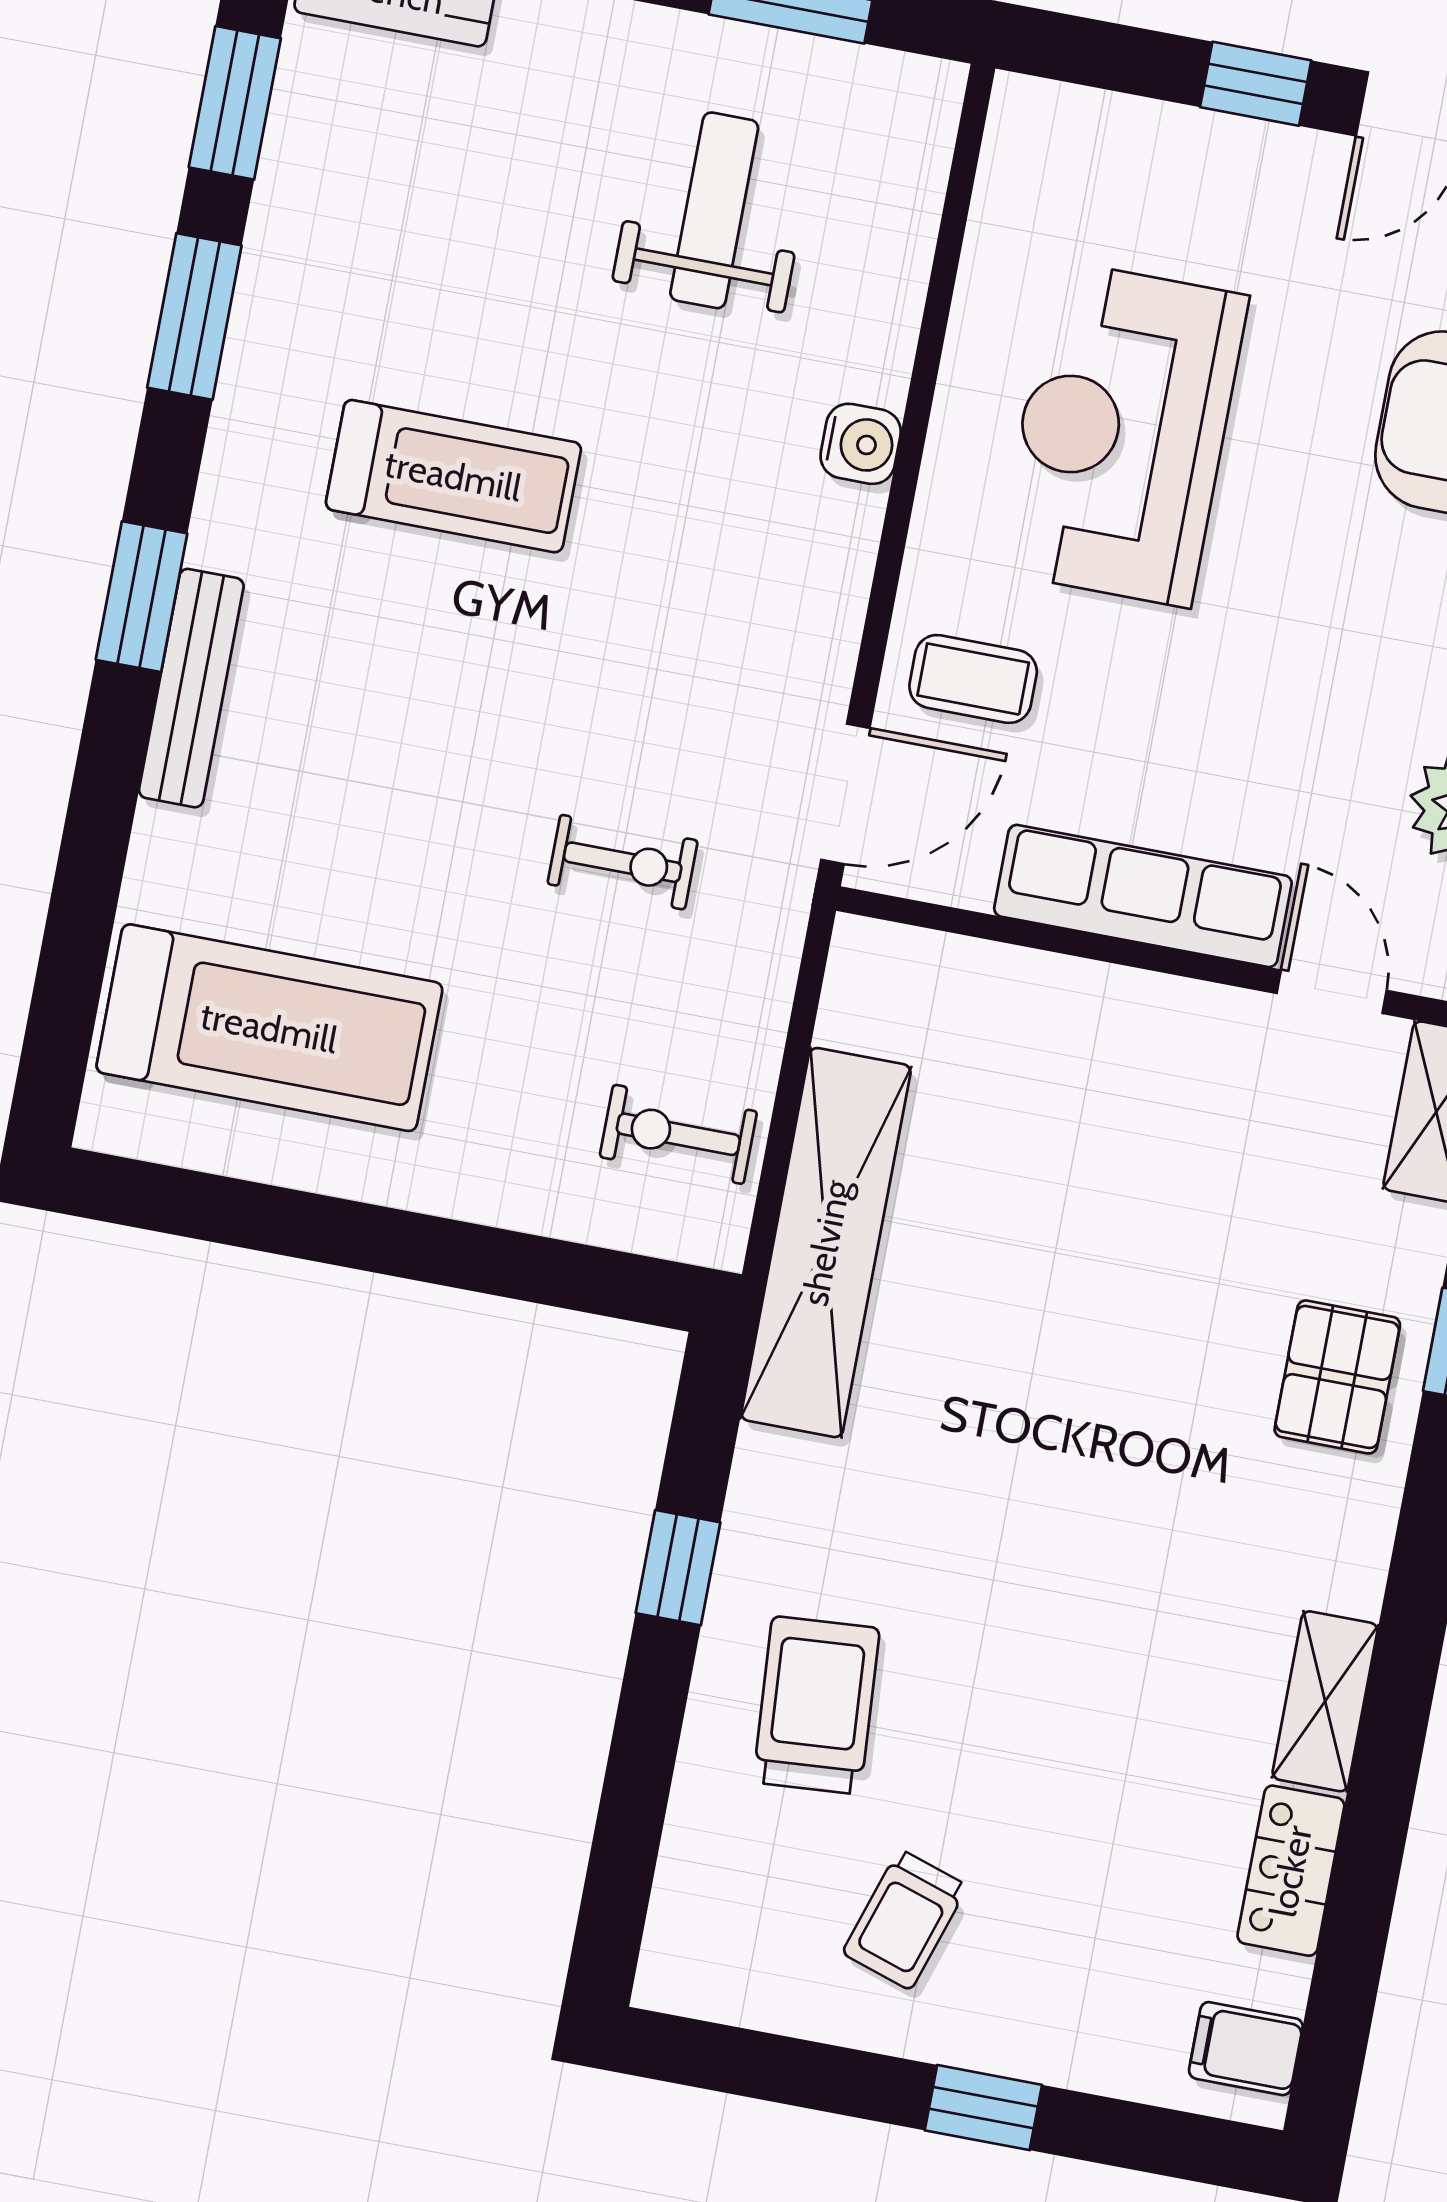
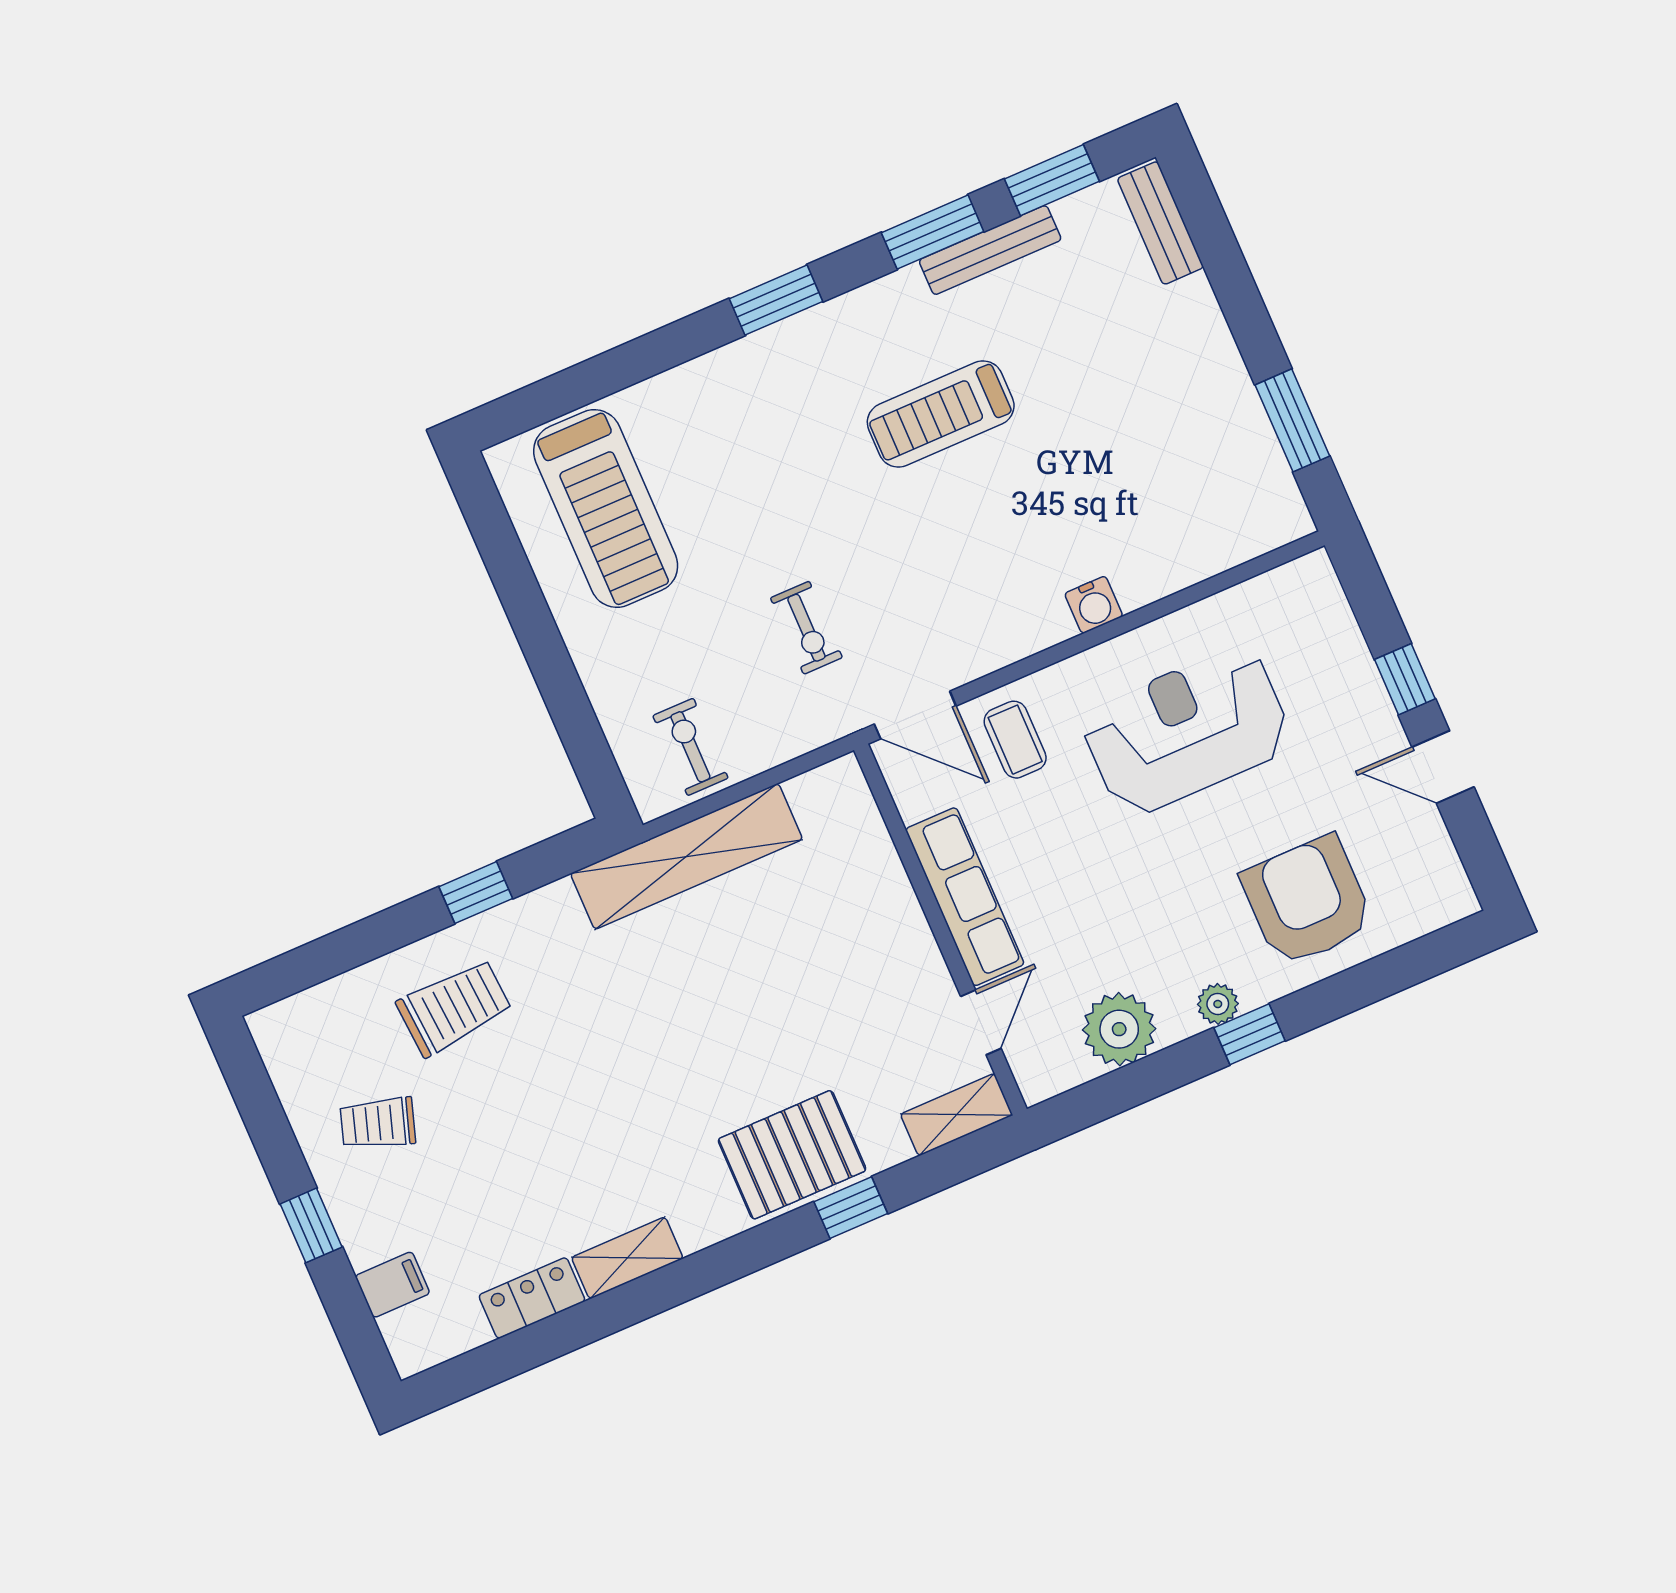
weight bench: (714, 210) -> (1160, 454), removed
treadmill: (453, 476) -> (941, 414), turned 90
bench: (191, 688) -> (990, 250), moved
pallet: (1337, 1377) -> (792, 1155), width x1.50, depth x1.42
filing cabinet: (1246, 2049) -> (393, 1285), moved, turned 90

